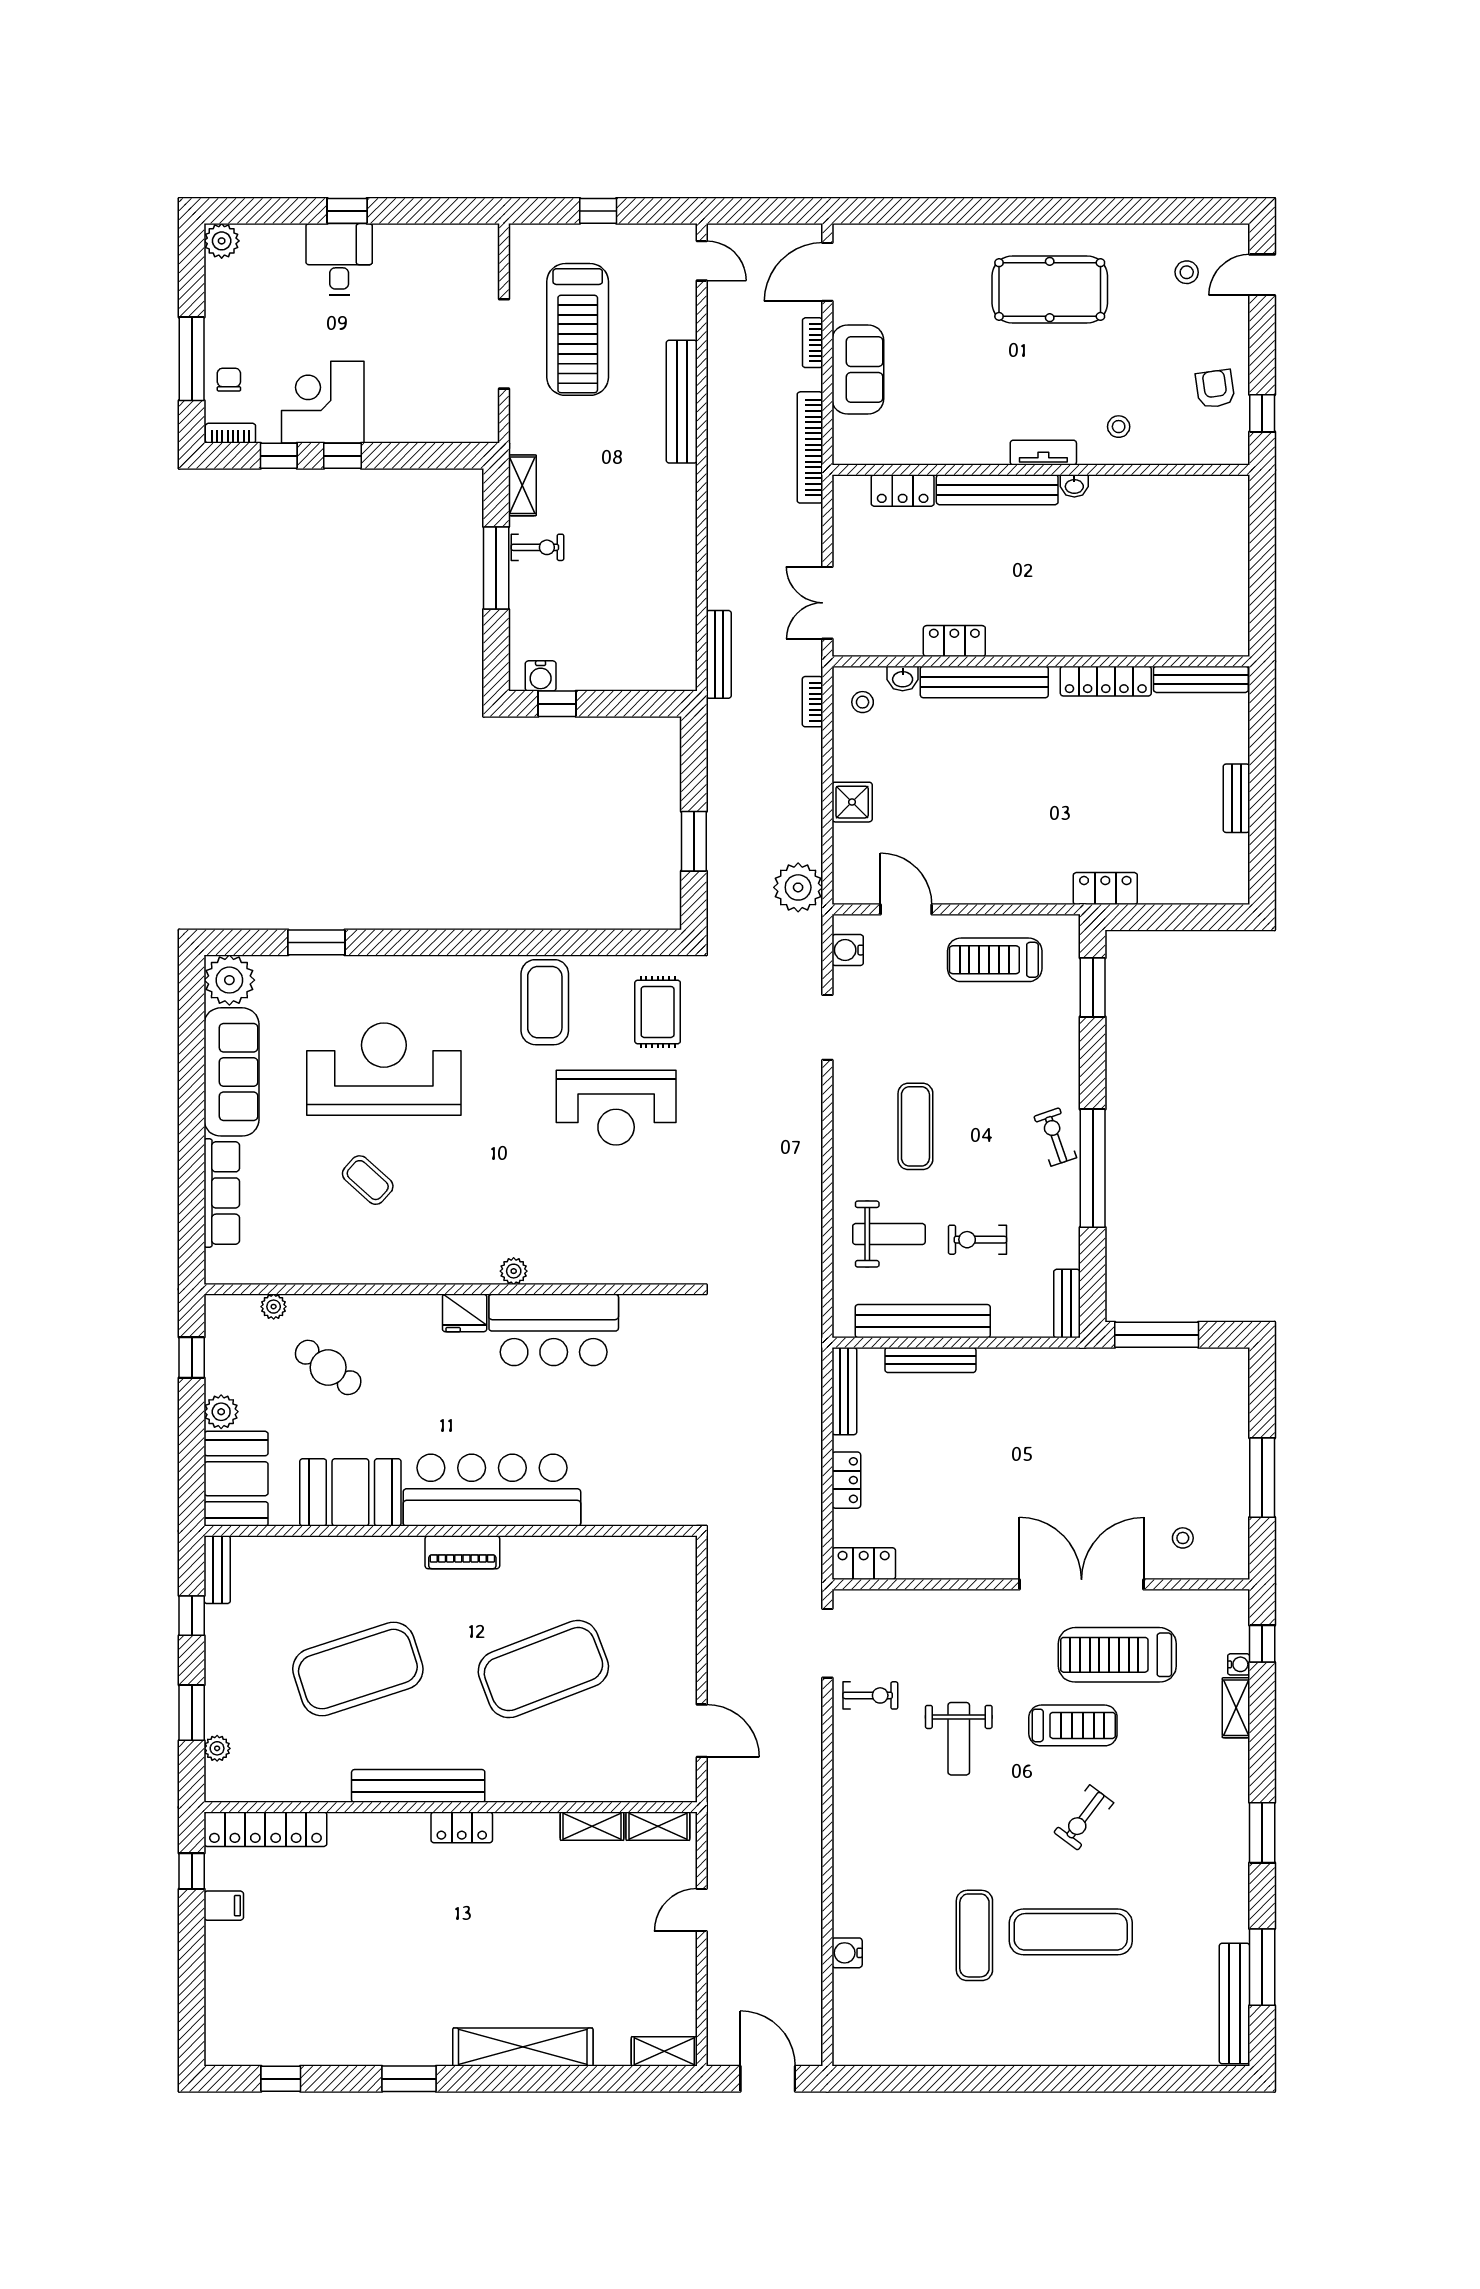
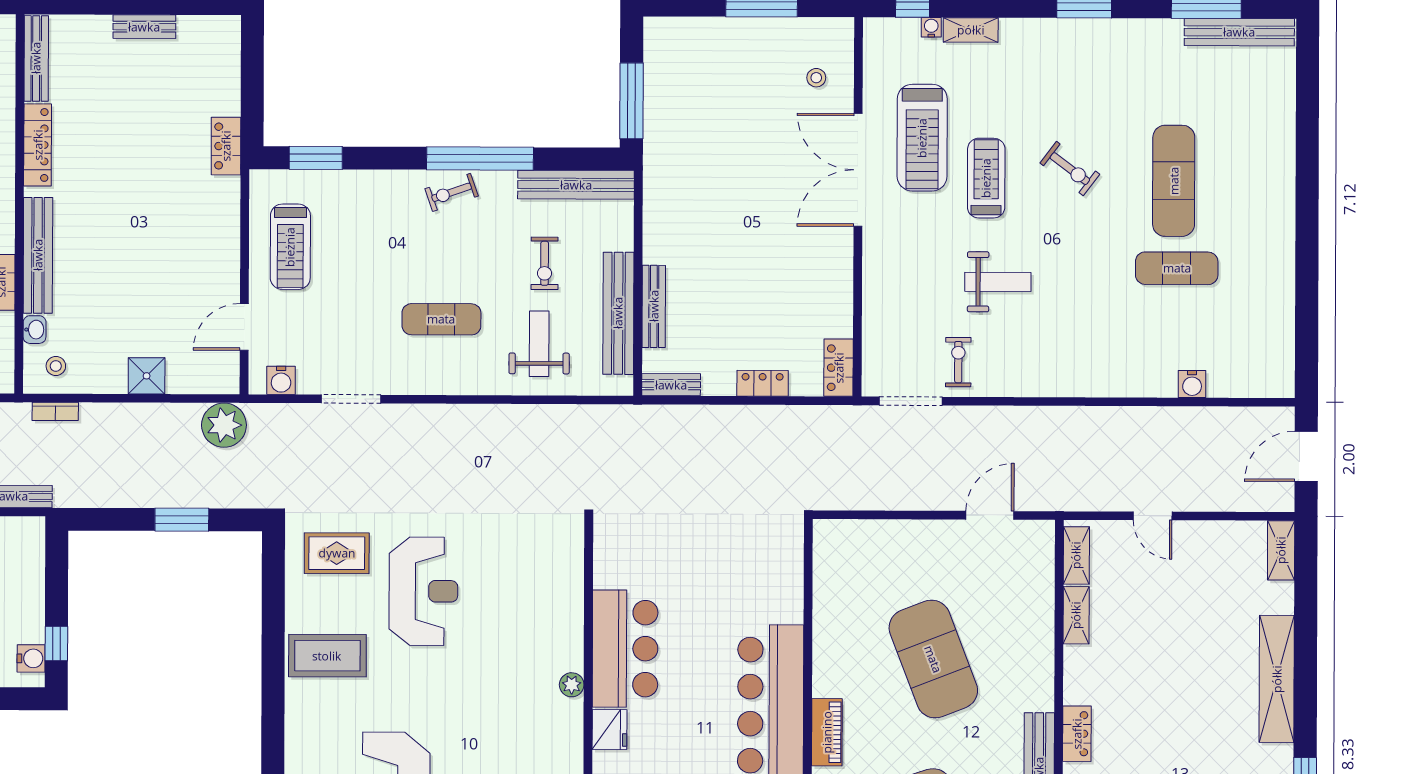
bench: (1067, 1304) -> (576, 185), width x1.86, depth x1.21
bench: (844, 1391) -> (671, 385), width x0.73

